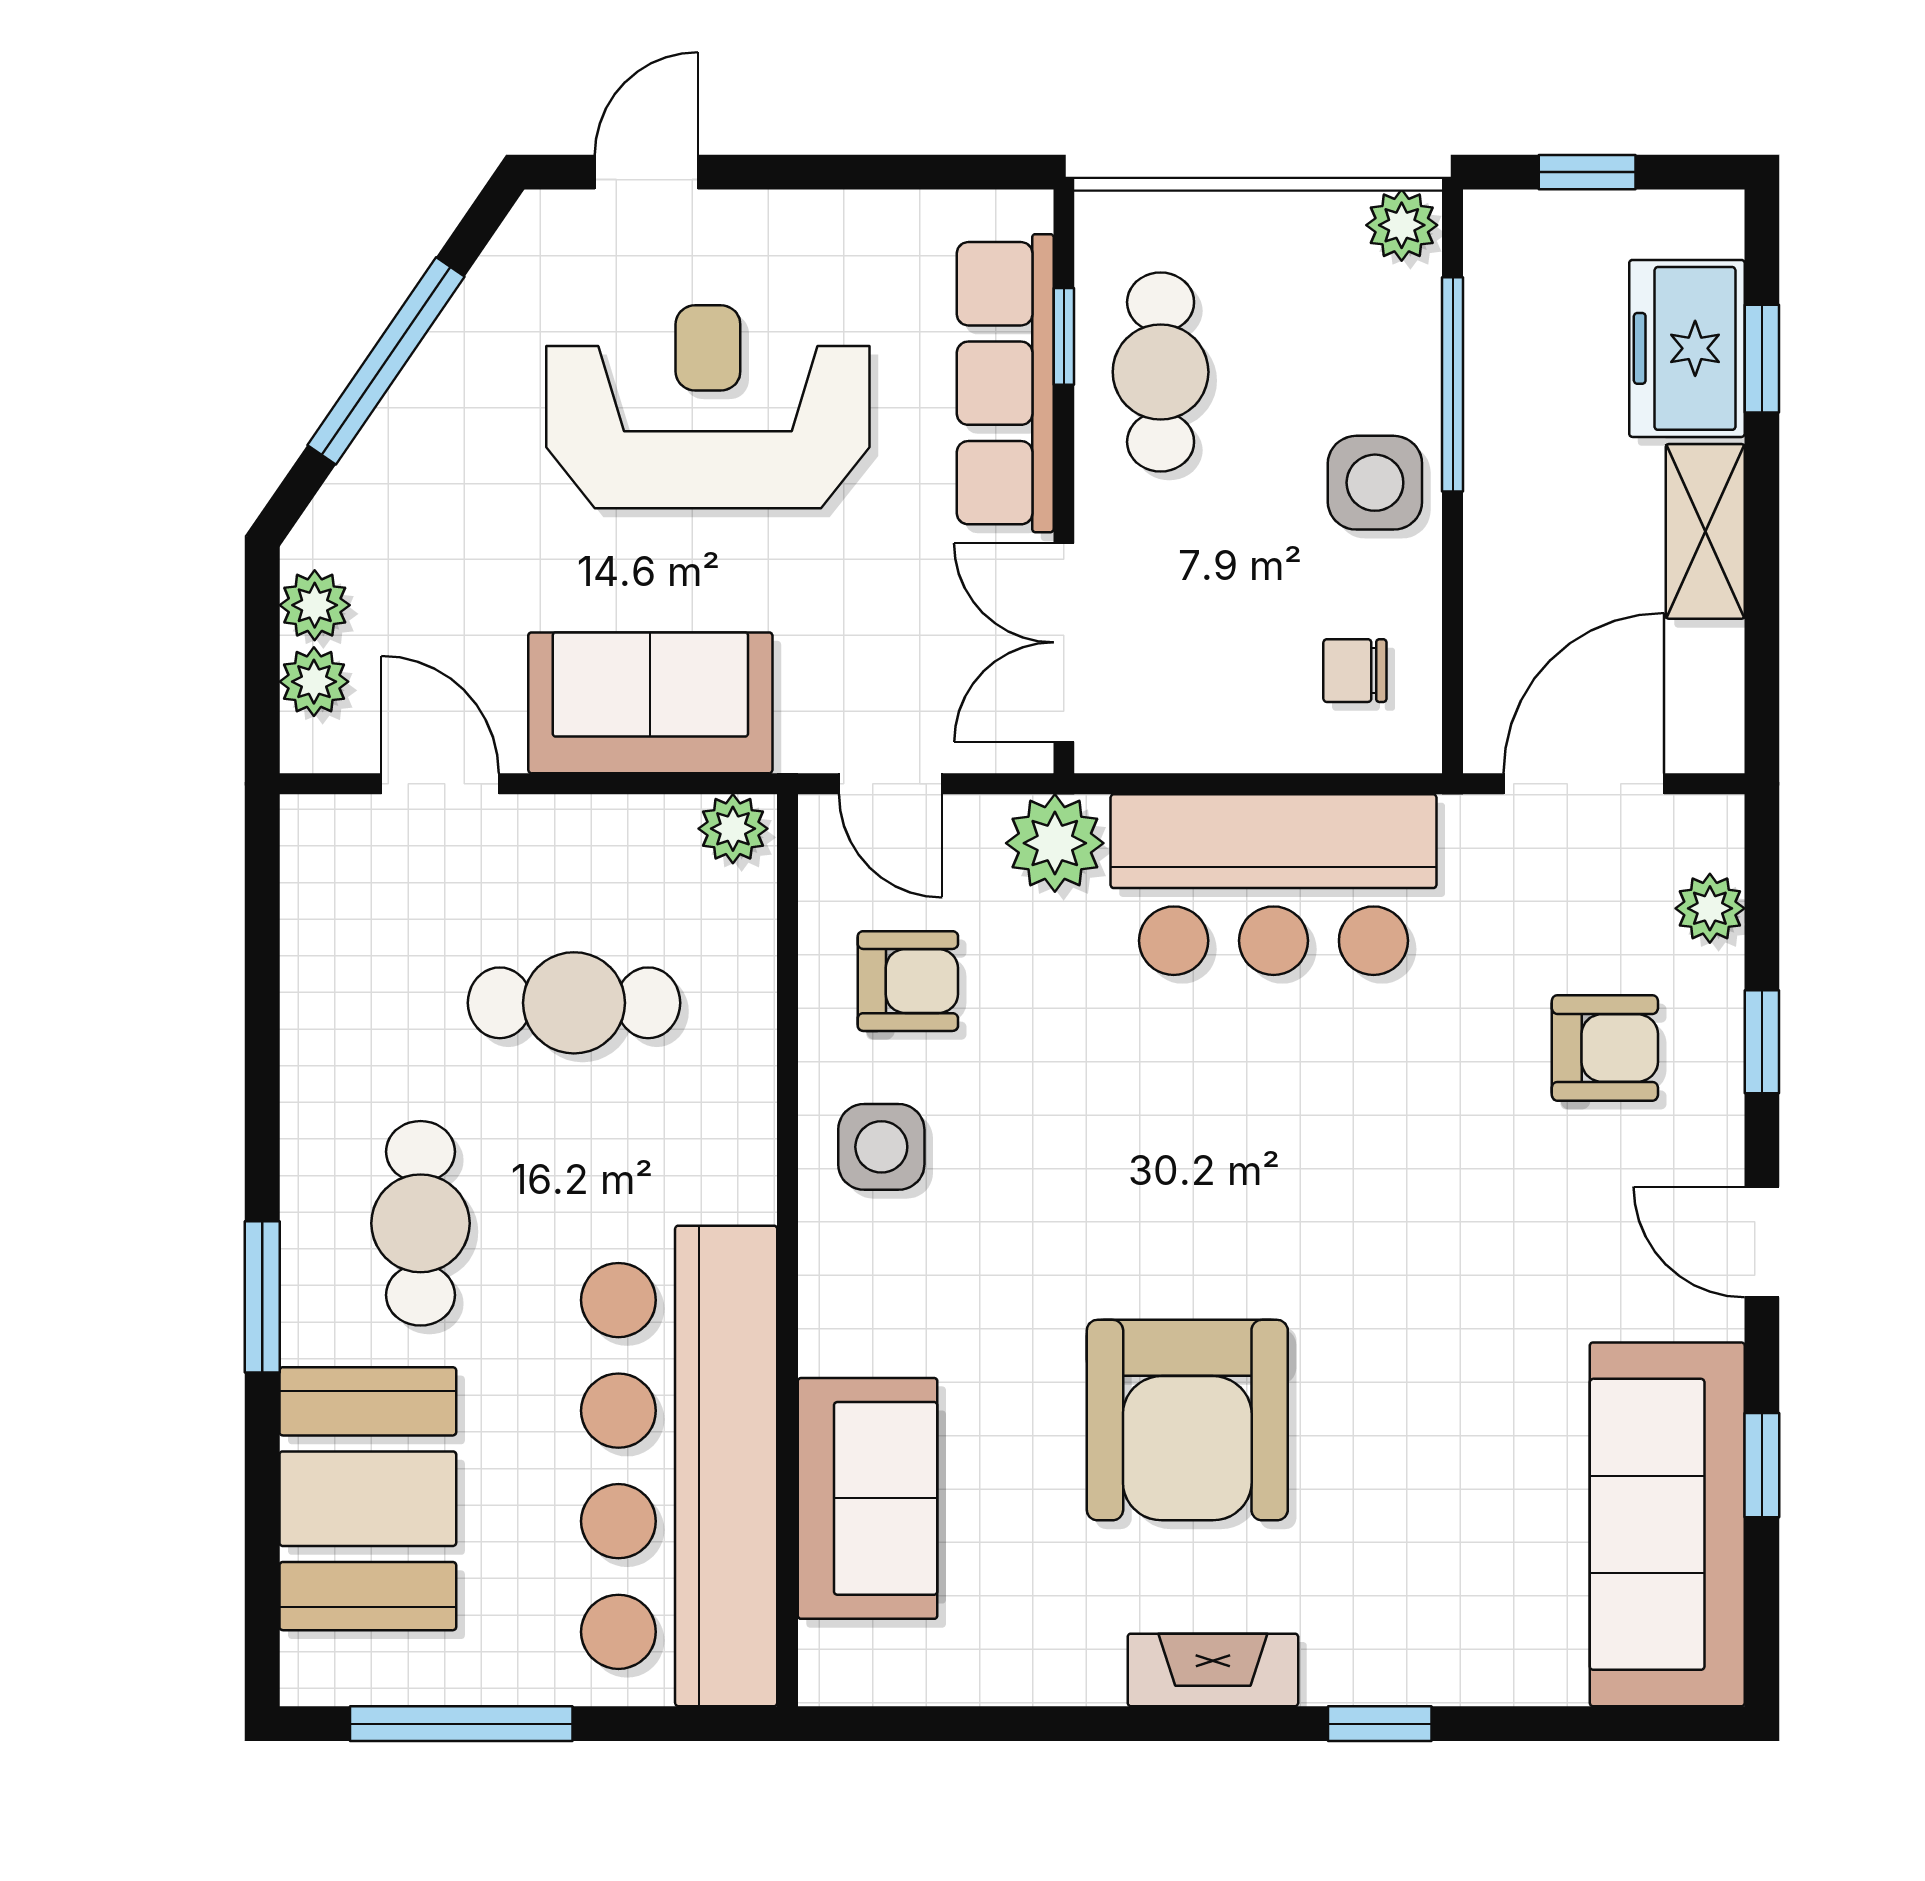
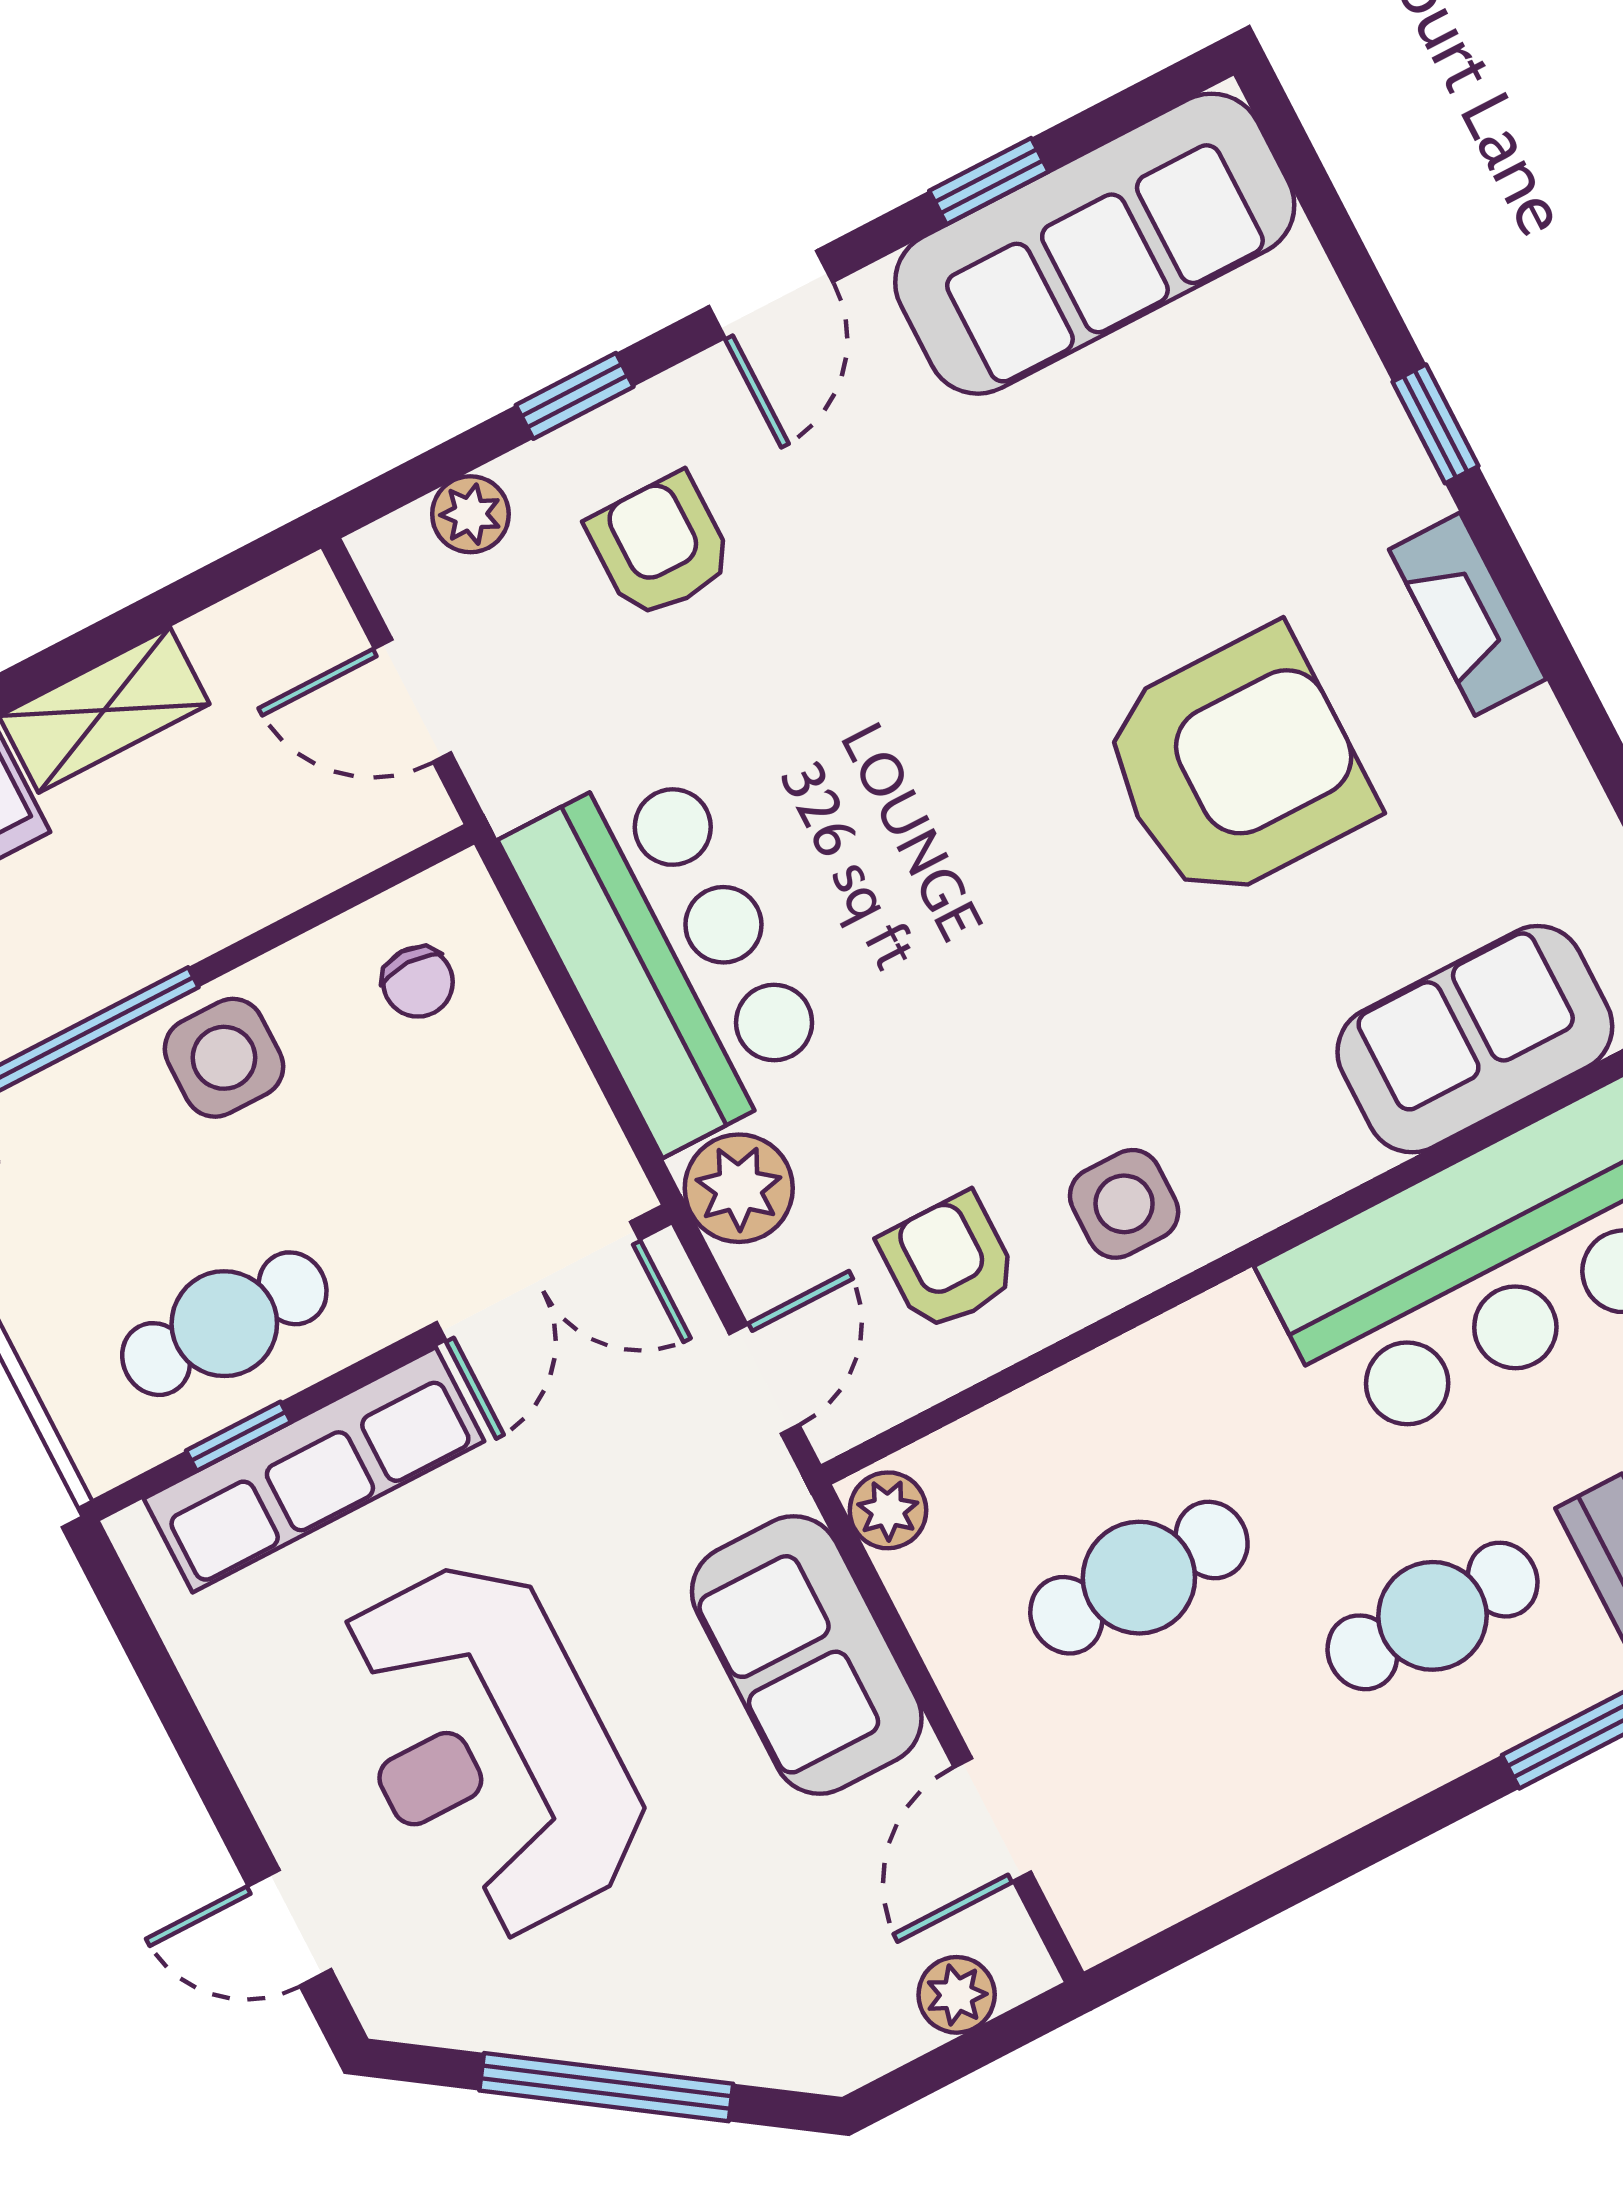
plant: (315, 605) -> (881, 2033), removed
door: (1584, 784) -> (413, 701), width x0.73
cafe table: (574, 1003) -> (1139, 1578), turned 90

